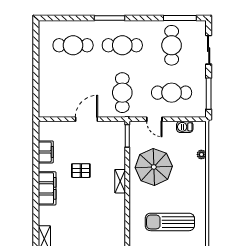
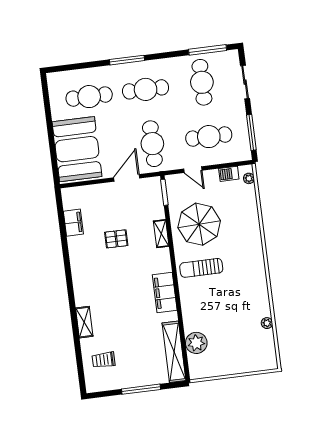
booth: (57, 89) -> (77, 149), added
door: (86, 119) -> (127, 178), moved
plant: (201, 154) -> (249, 178), moved
shelving: (120, 181) -> (161, 234), moved
filing cabinet: (47, 188) -> (165, 292), moved, turned 180
sun lounger: (170, 222) -> (201, 268), moved, width x0.73, depth x0.75

